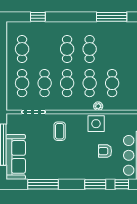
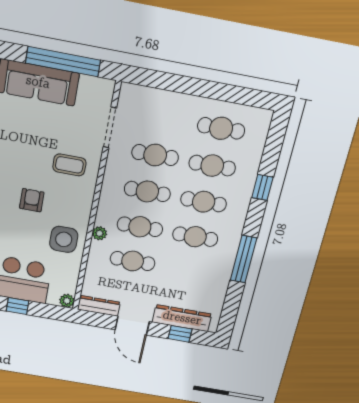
window: (38, 17) -> (262, 187), moved
window: (112, 17) -> (243, 259), moved
cafe table: (22, 83) -> (212, 166), moved
side table: (96, 124) -> (64, 239), moved
armchair: (105, 151) -> (32, 200), moved

